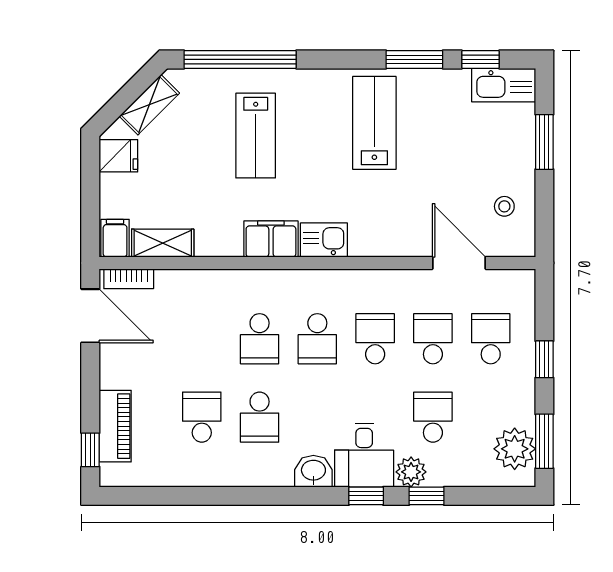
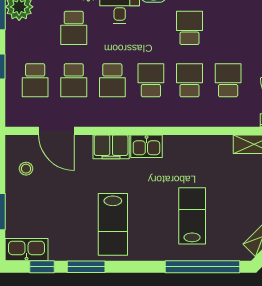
filing cabinet: (271, 239) -> (111, 147), moved
school desk: (202, 417) -> (228, 80), moved, turned 180

